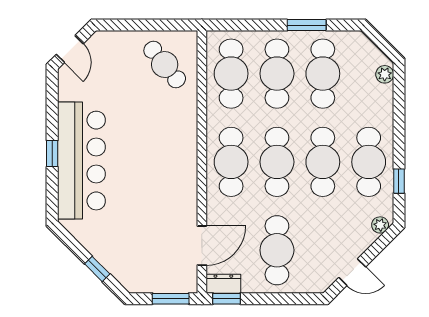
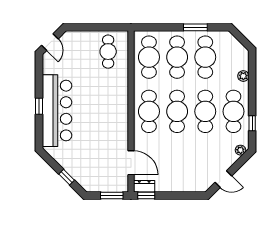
cafe table: (165, 65) -> (108, 52), turned 39
plant: (385, 74) -> (243, 76), moved
door: (202, 246) -> (131, 163), hinge flipped
cafe table: (277, 250) -> (177, 166), removed

